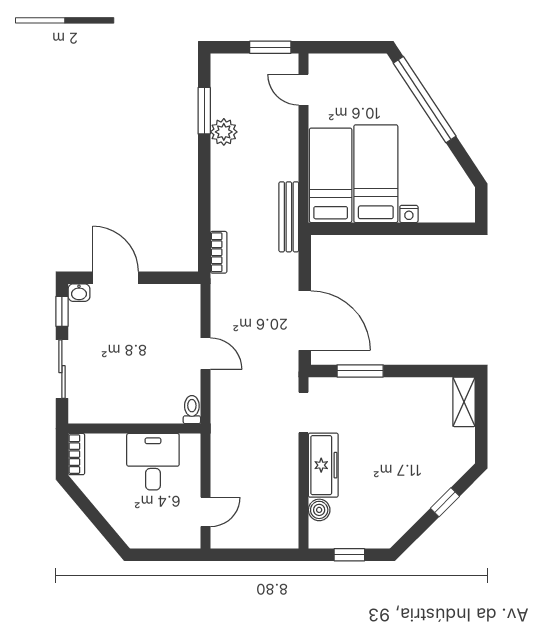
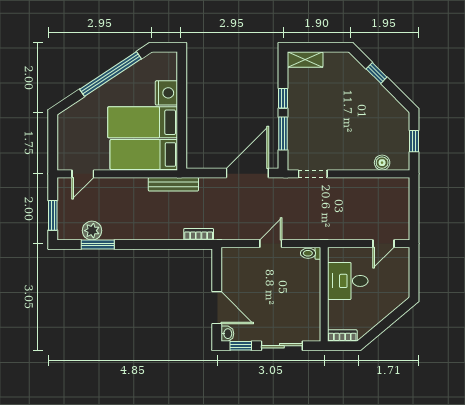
window: (270, 47) -> (53, 215), moved
window: (425, 100) -> (110, 74), moved
plant: (224, 132) -> (92, 231), moved
nightstand: (409, 214) -> (166, 93), width x1.89, depth x1.79
door: (116, 278) -> (217, 308), swing flipped
window: (410, 371) -> (283, 98), added
freezer: (323, 465) -> (350, 160), removed
door: (205, 512) -> (383, 244), swing flipped

